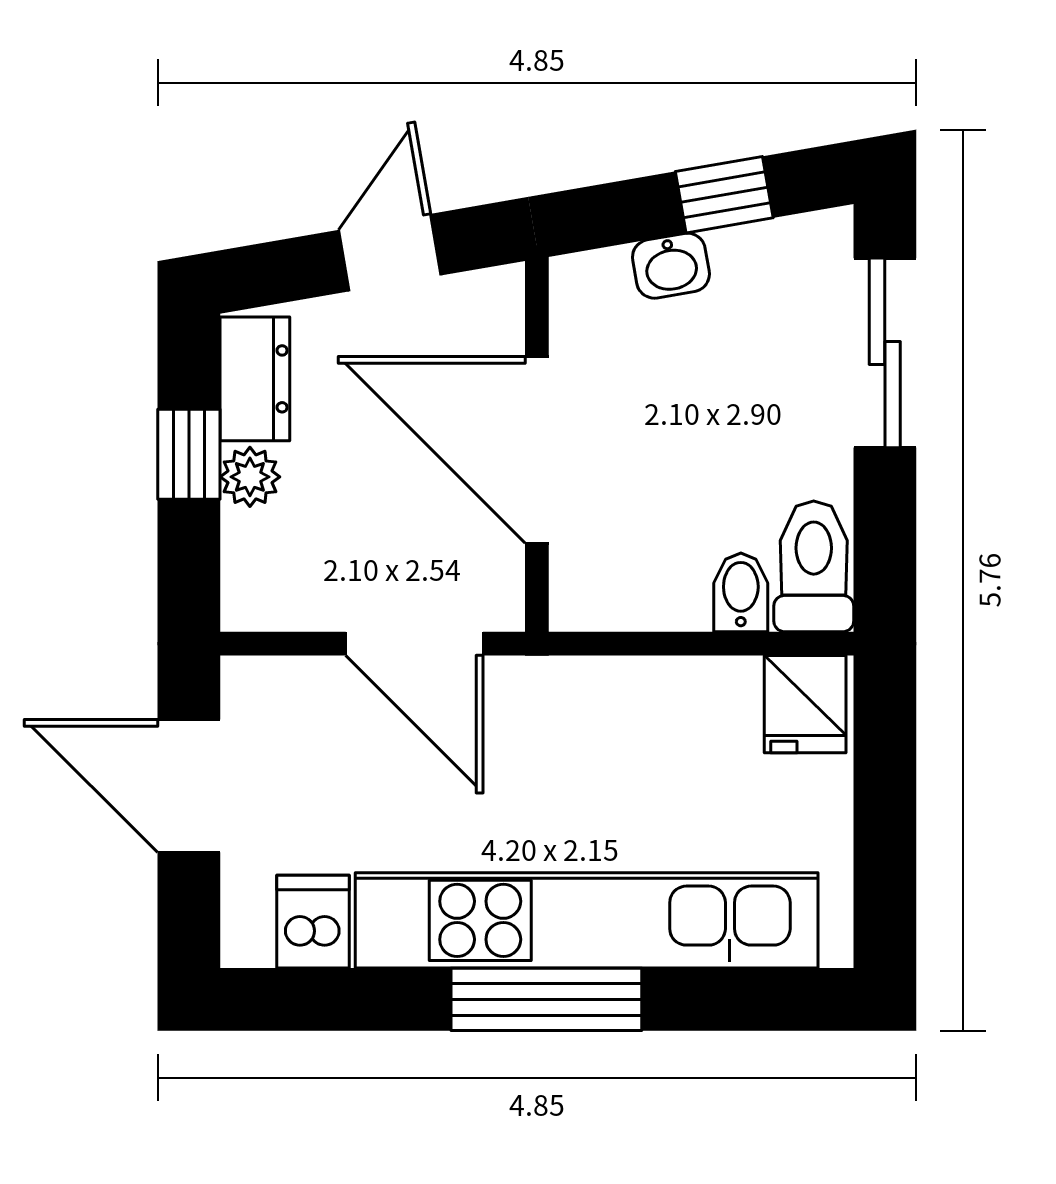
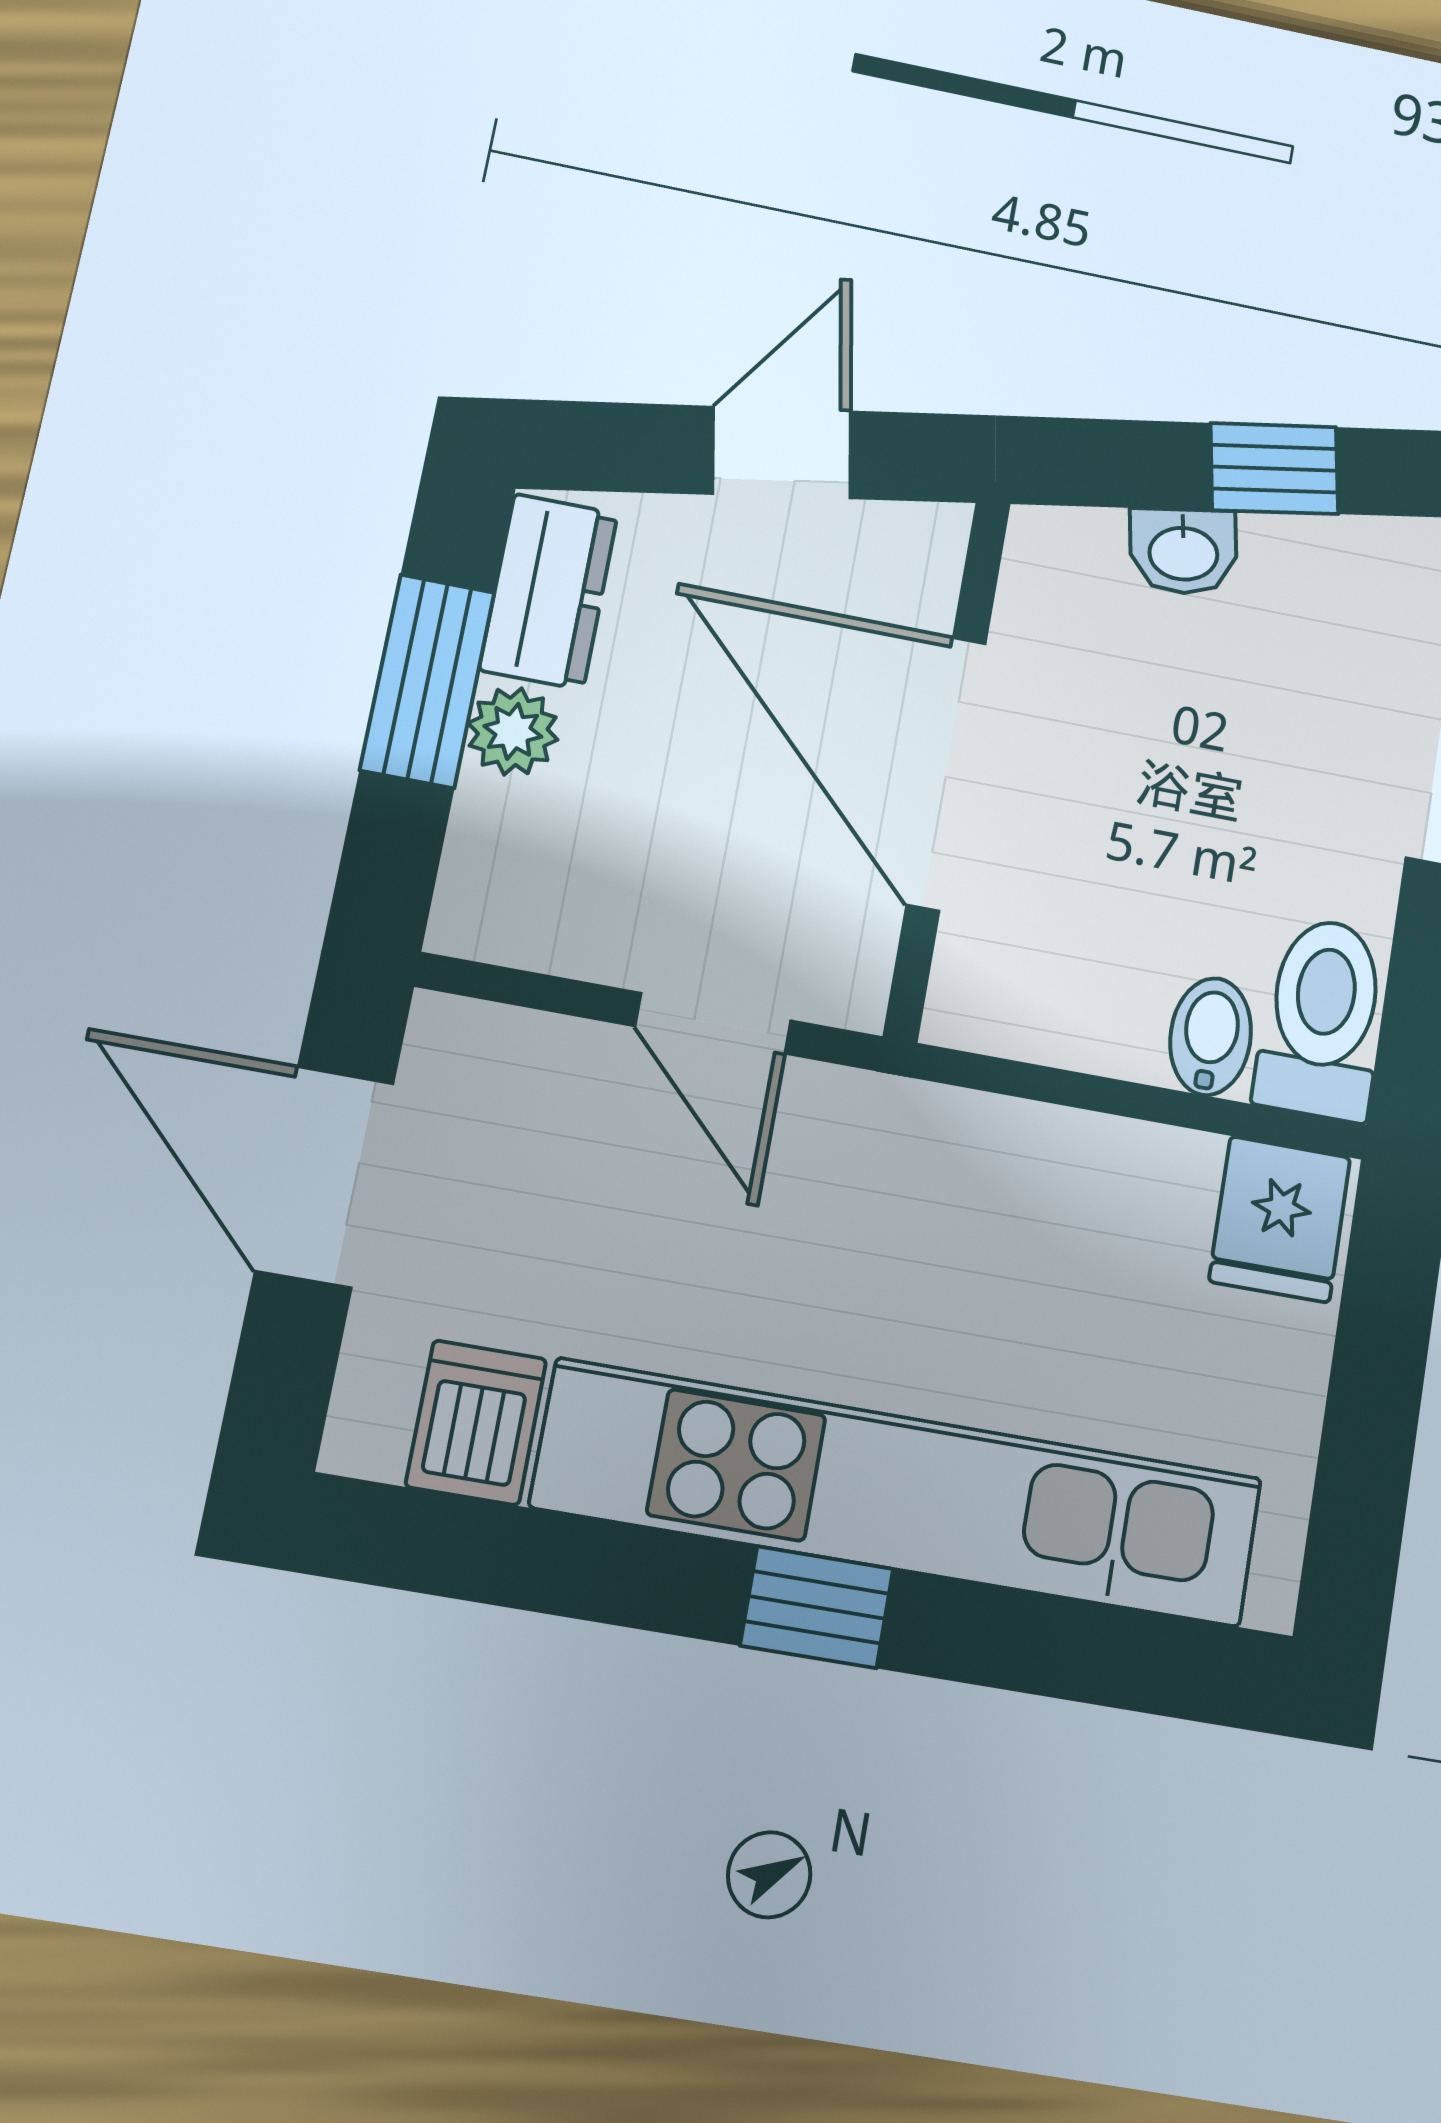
window: (189, 454) -> (427, 681), width x1.50
door: (414, 644) -> (713, 1023), width x0.73
window: (546, 999) -> (817, 1607), width x0.46

